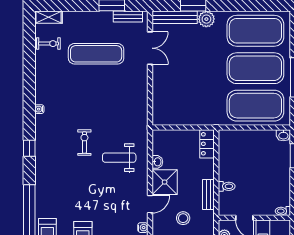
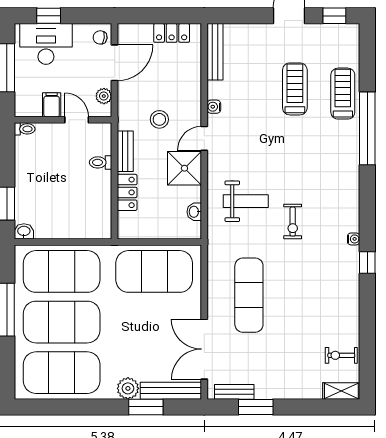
double door: (150, 48) -> (204, 349), width x1.37
exercise mat: (96, 54) -> (249, 295), moved, turned 90
exercise mat: (187, 106) -> (154, 271), added
water cooler: (39, 109) -> (354, 239), moved
locker: (207, 144) -> (127, 192), moved
window: (29, 148) -> (367, 263), moved
washbasin: (157, 162) -> (194, 212), moved

